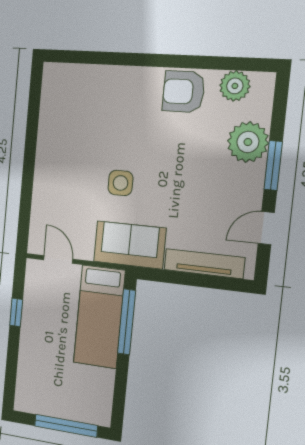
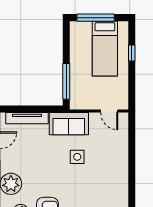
window: (16, 312) -> (132, 53), moved
bed: (99, 317) -> (105, 49), moved, turned 180

